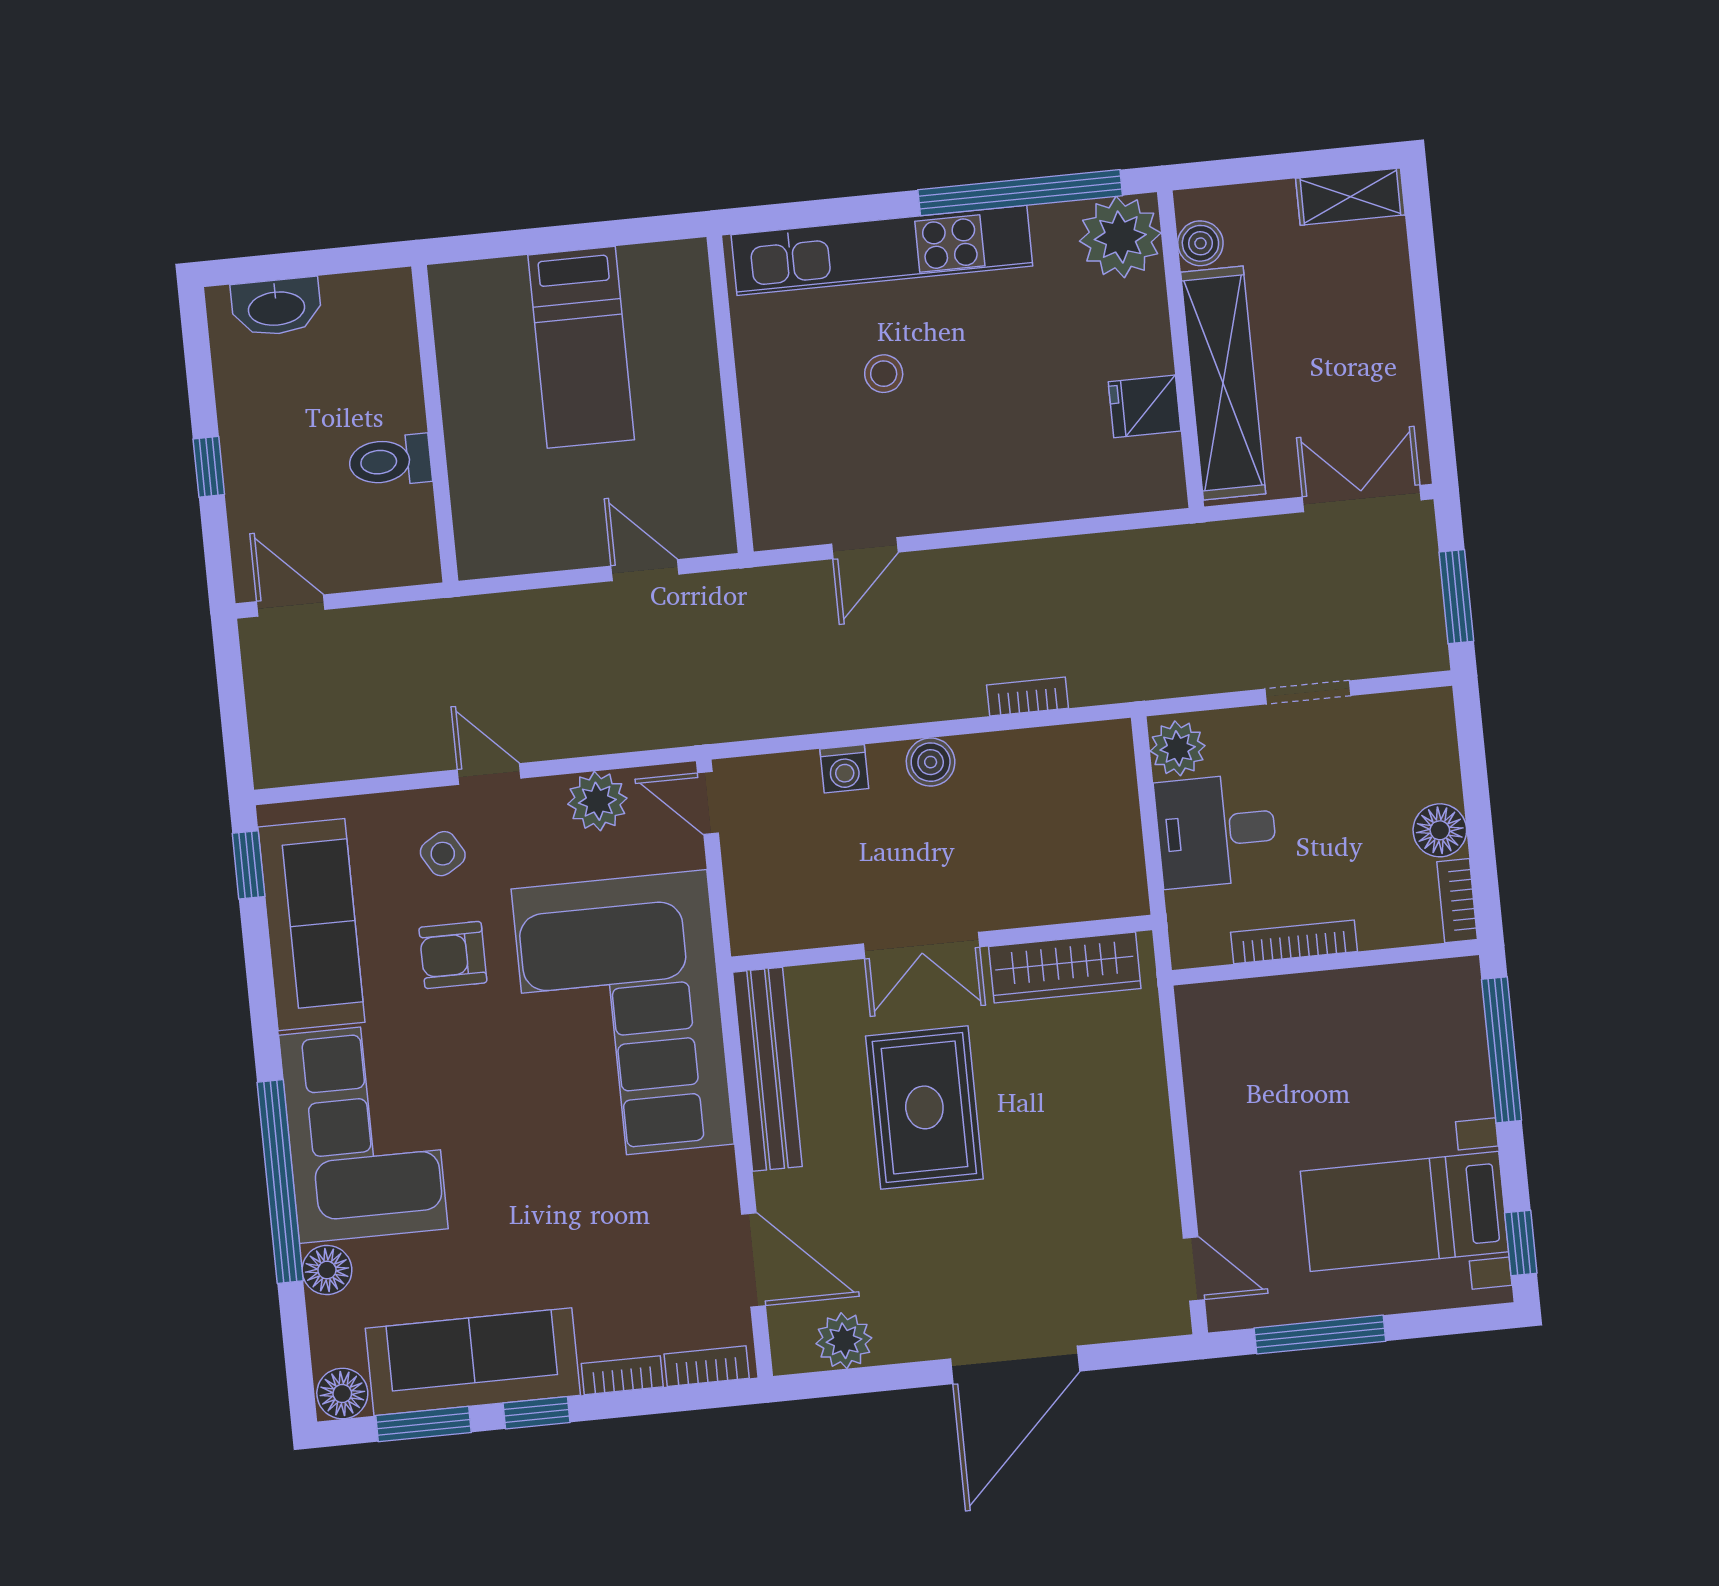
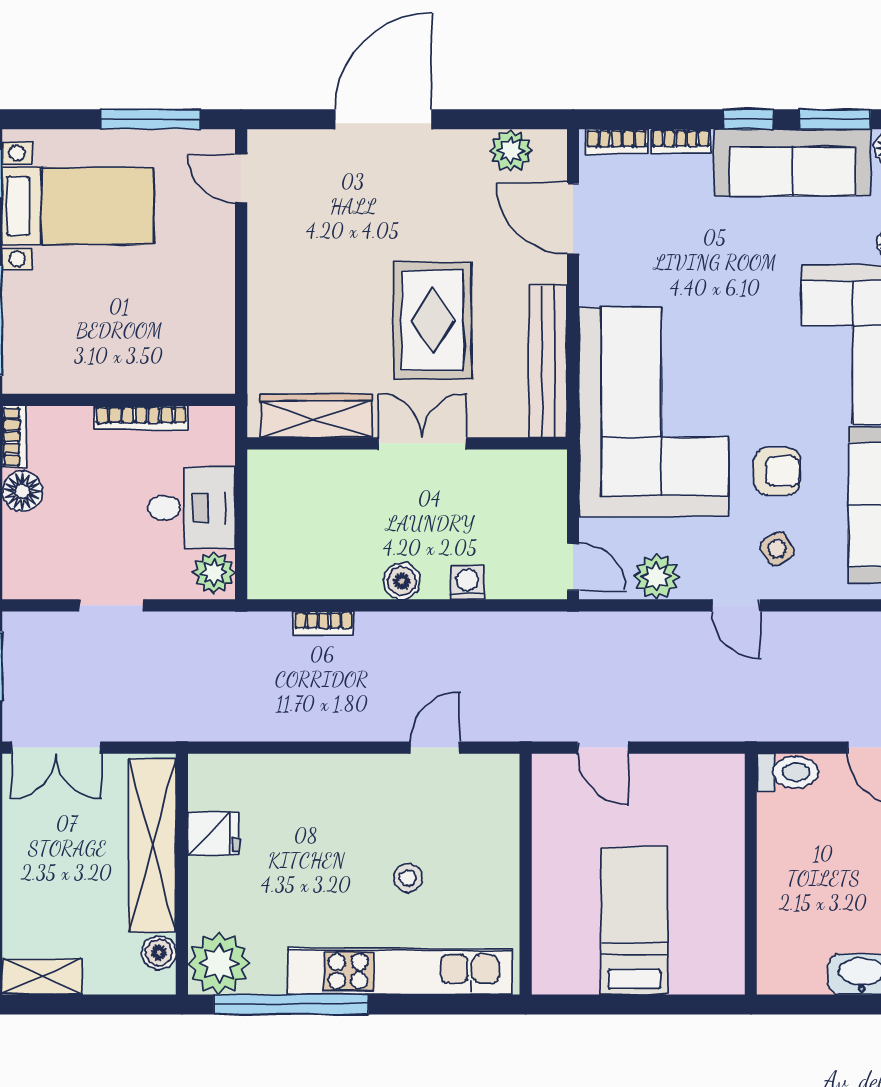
toilet: (390, 461) -> (787, 772), moved

